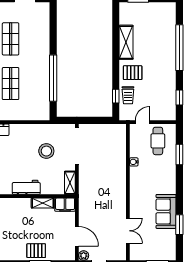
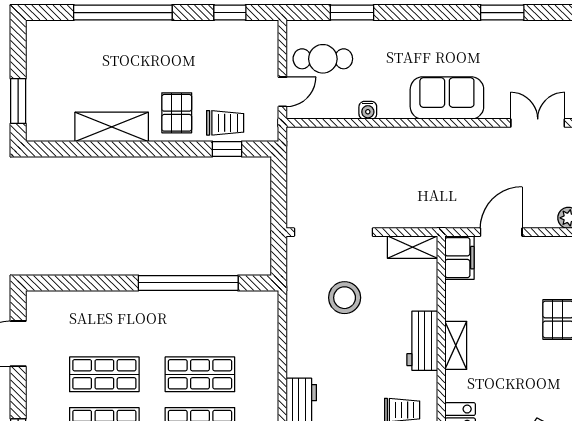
door: (142, 122) -> (282, 92), swing flipped
shelving: (43, 203) -> (456, 345), moved
sofa: (166, 211) -> (447, 98), moved, turned 180
double door: (128, 231) -> (538, 123), moved
door: (77, 236) -> (501, 232), moved

